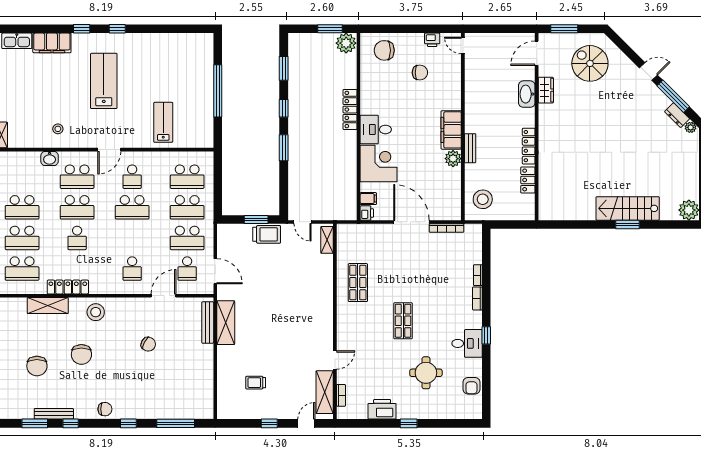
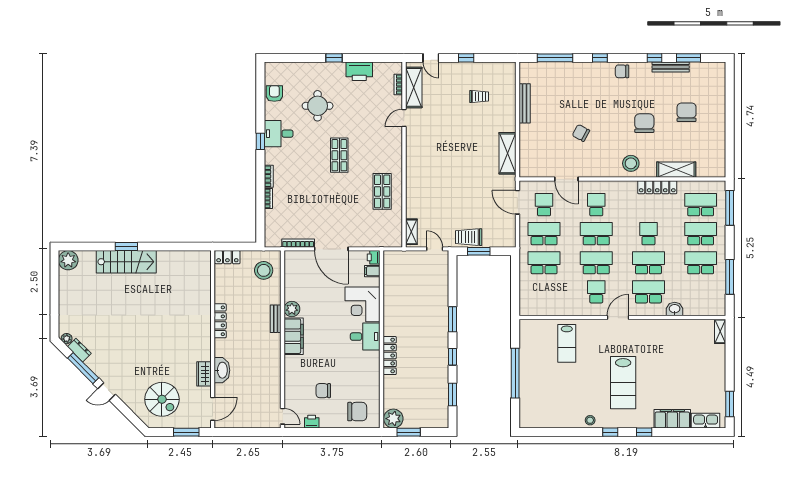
stool: (58, 129) -> (590, 420), moved
school desk: (187, 177) -> (596, 234), moved
locker: (528, 180) -> (227, 257), moved, turned 90
door: (164, 296) -> (566, 179), hinge flipped
bench: (208, 323) -> (525, 103), moved
door: (306, 423) -> (431, 58), hinge flipped

